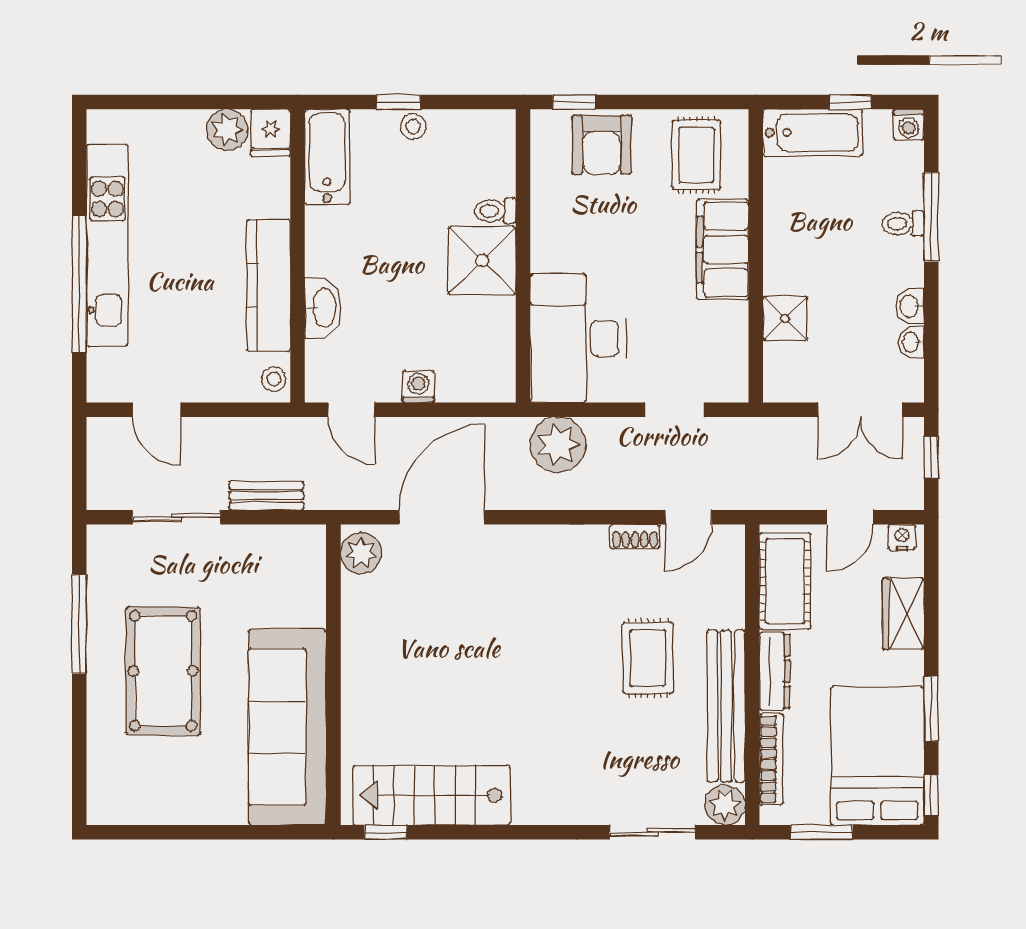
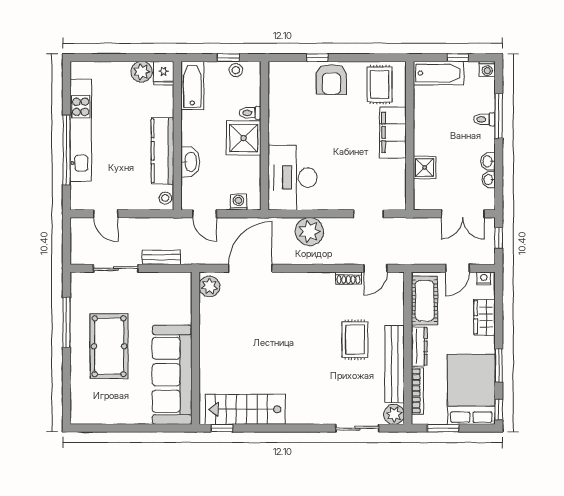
toilet: (495, 211) -> (250, 113), moved
wall: (523, 256) -> (264, 136), moved
shower: (482, 260) -> (244, 138), moved
desk: (578, 338) -> (292, 178), moved

